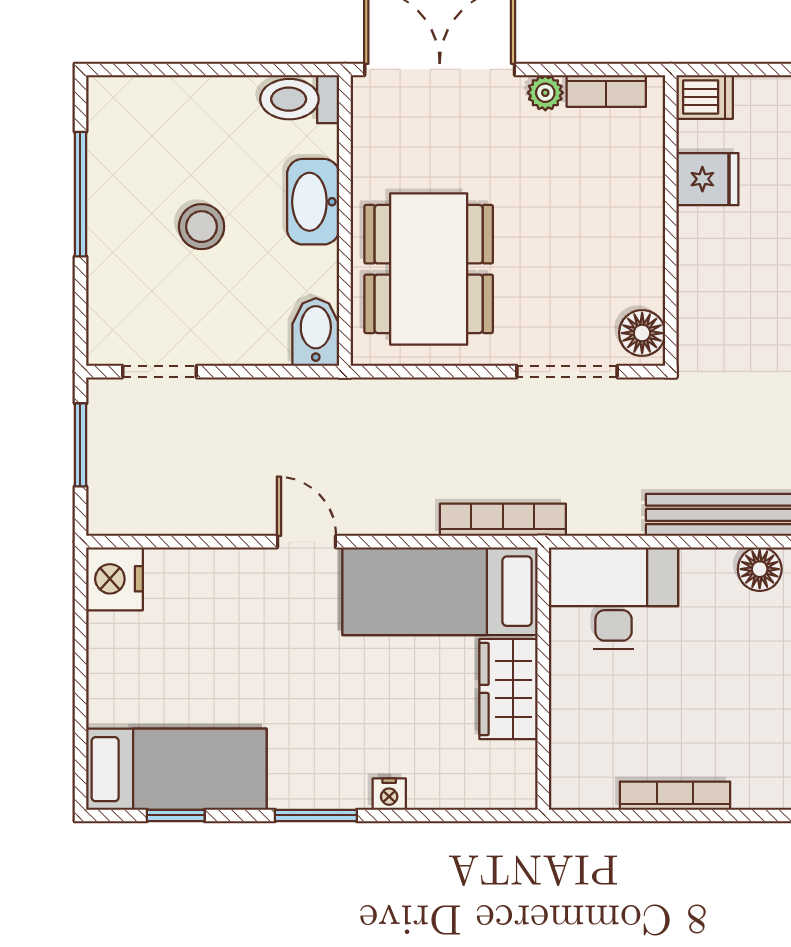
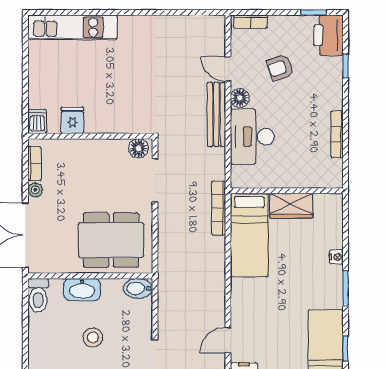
door: (307, 542) -> (228, 340), moved
desk: (614, 598) -> (252, 137), moved

